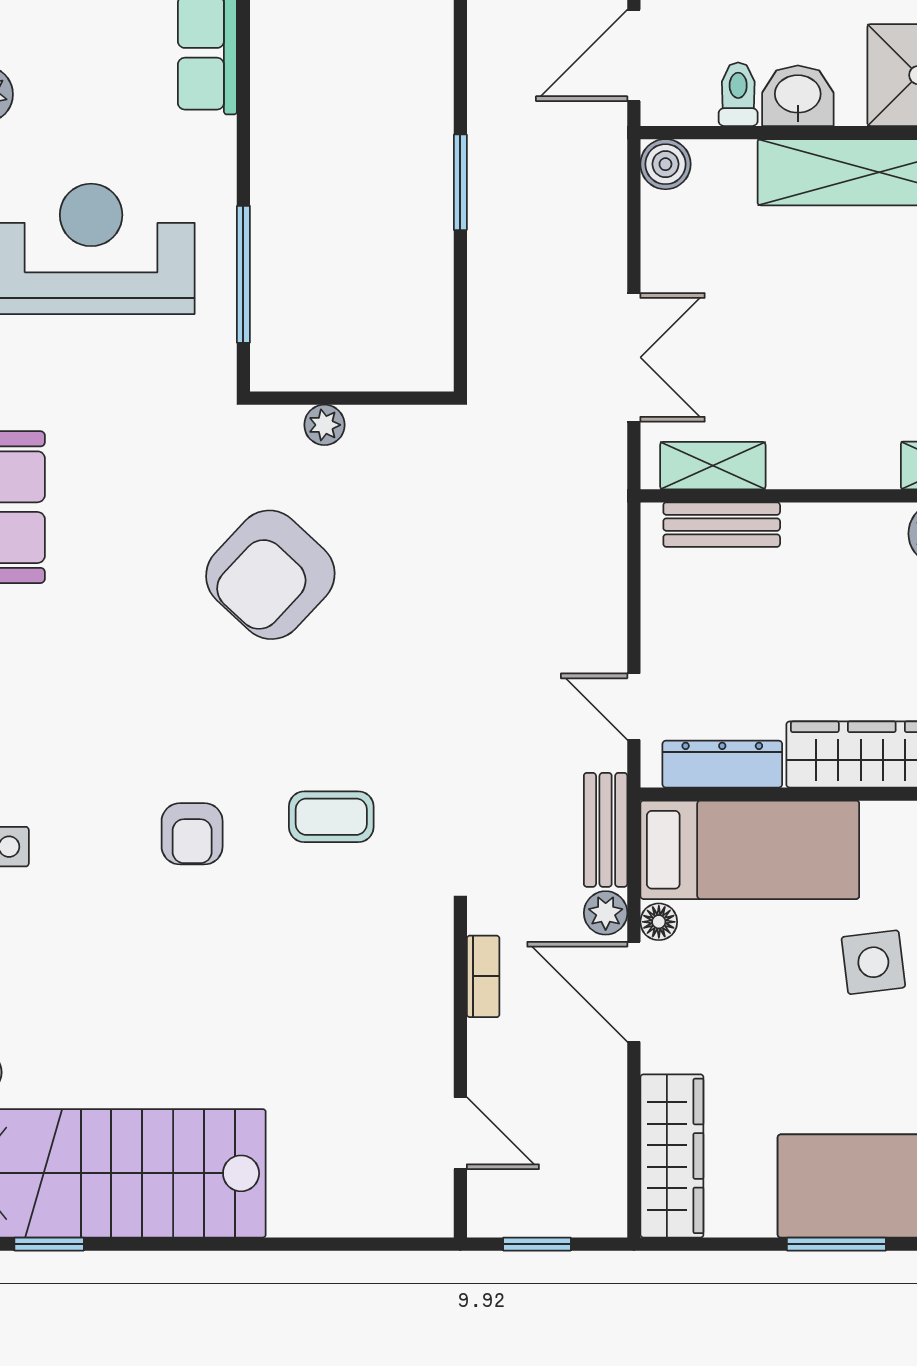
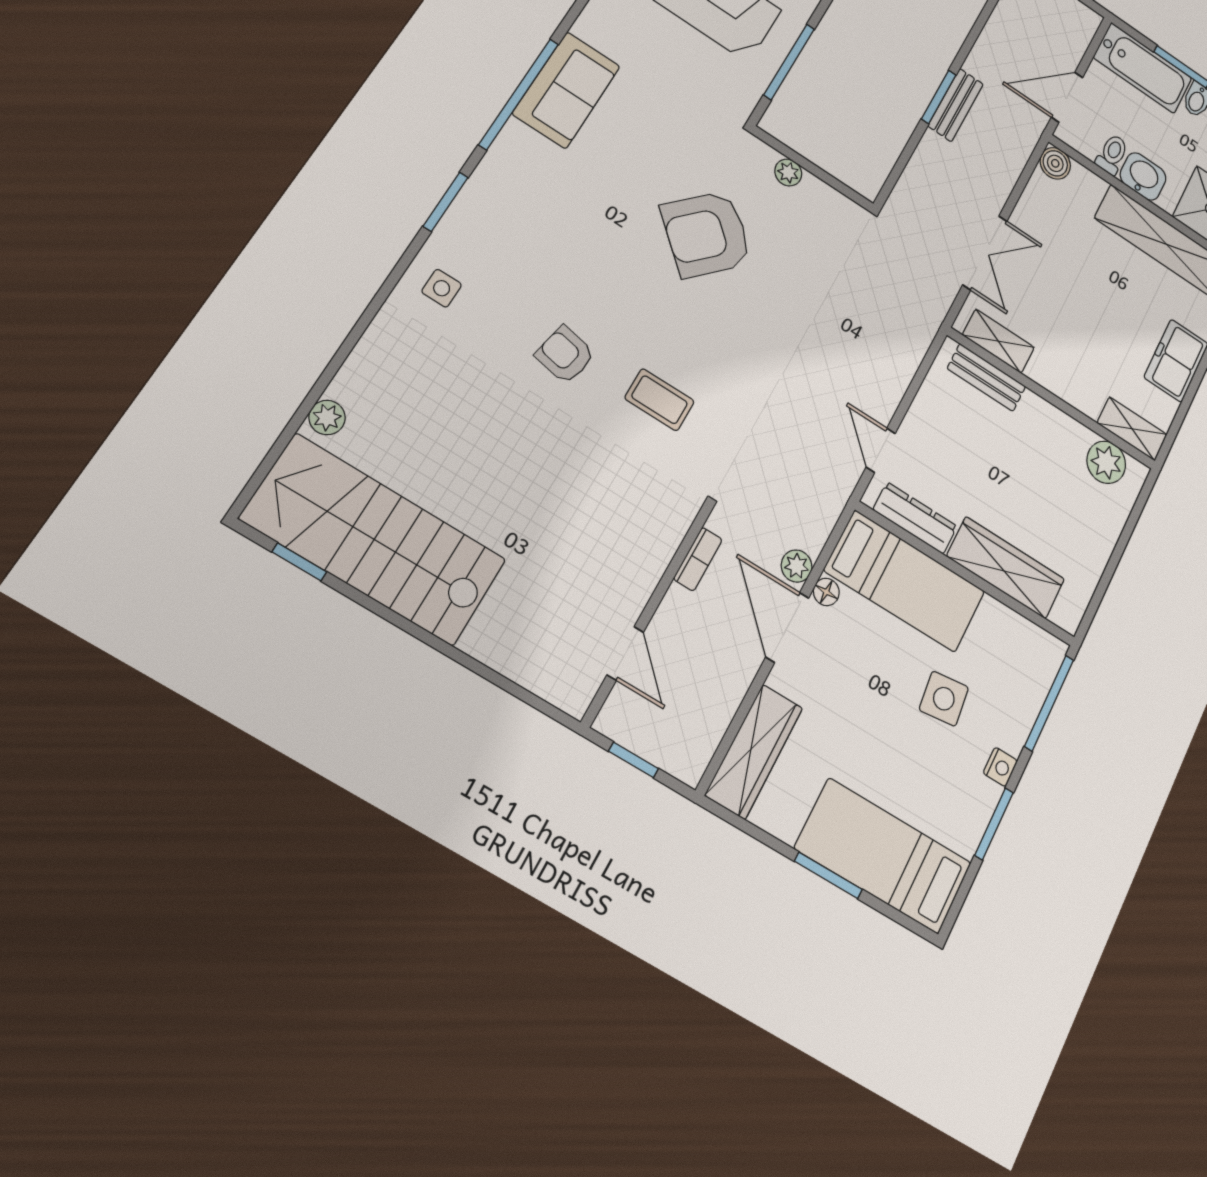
bench: (606, 830) -> (956, 105), moved
armchair: (192, 834) -> (565, 355), turned 101

